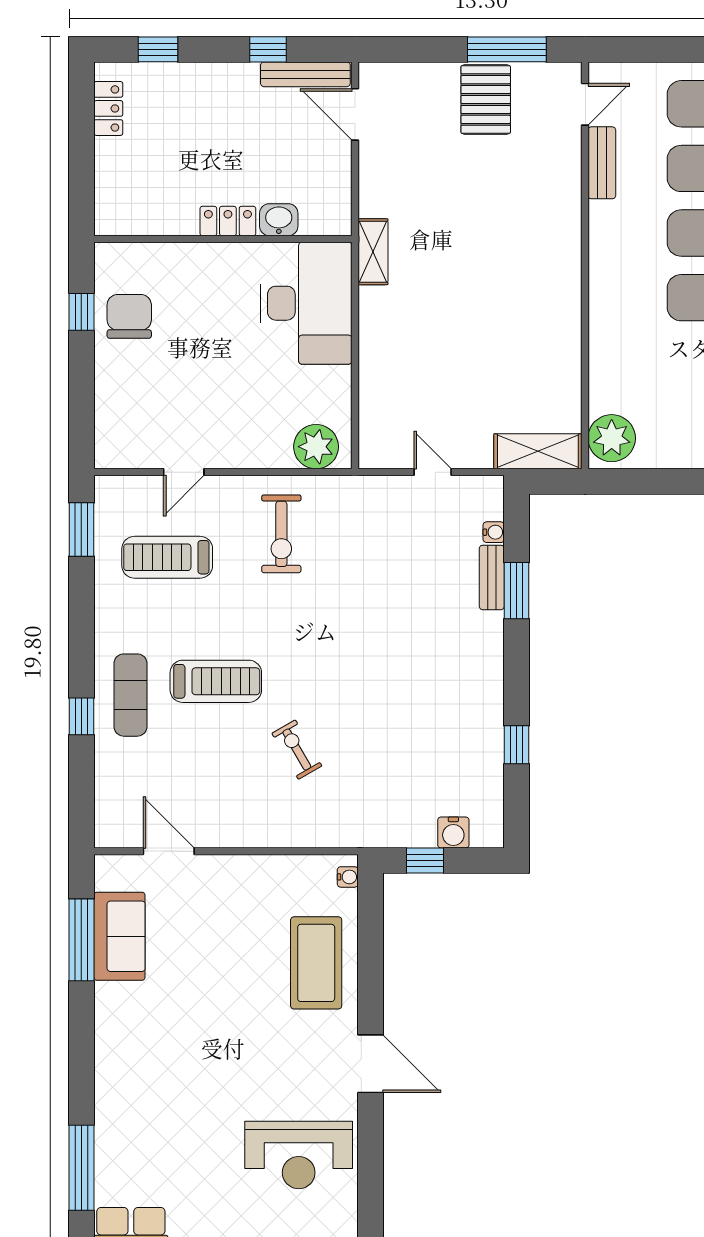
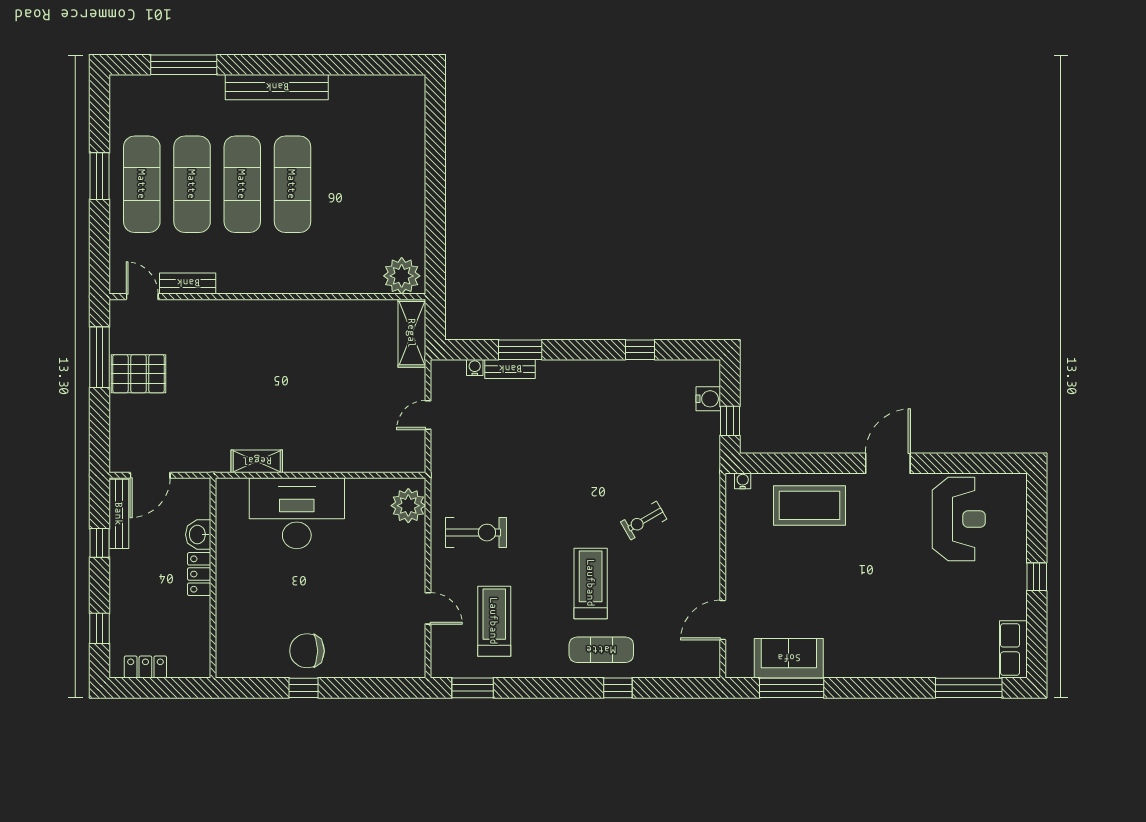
washbasin: (279, 220) -> (198, 535), moved
locker: (228, 221) -> (199, 574), moved
wall: (223, 239) -> (213, 578), moved
treadmill: (167, 557) -> (494, 621), turned 180

